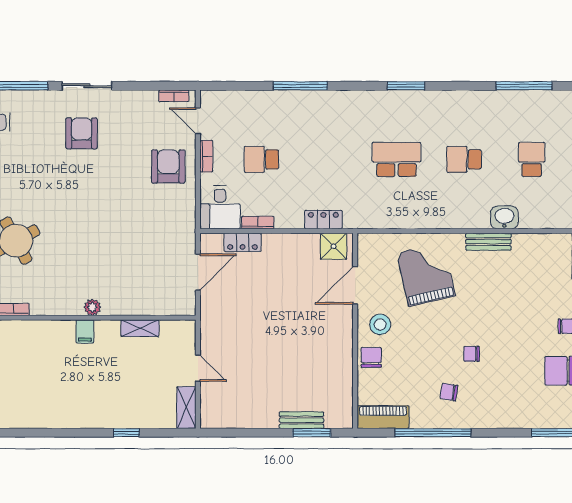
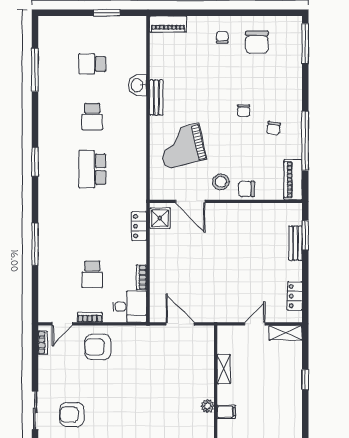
locker: (242, 242) -> (295, 296), moved, turned 180

